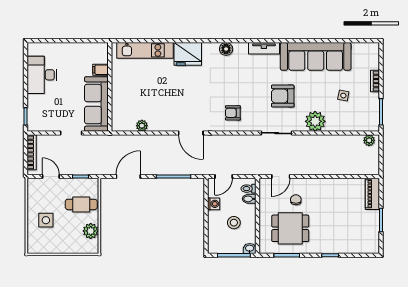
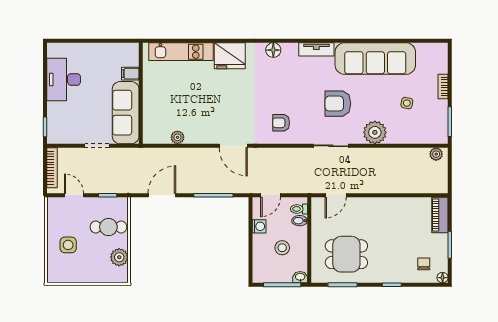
chair: (296, 200) -> (424, 264), moved
floor lamp: (375, 249) -> (443, 278), added

